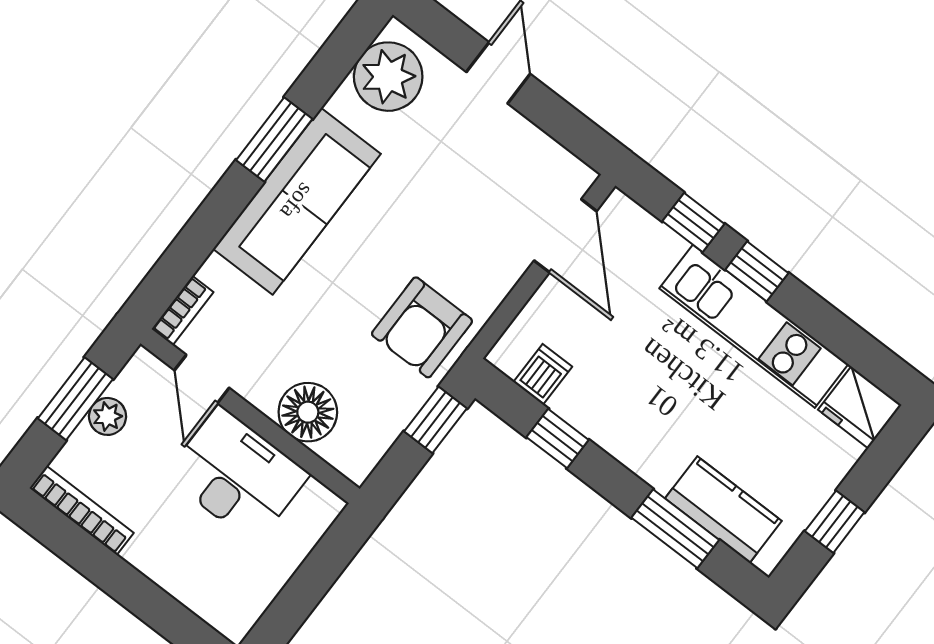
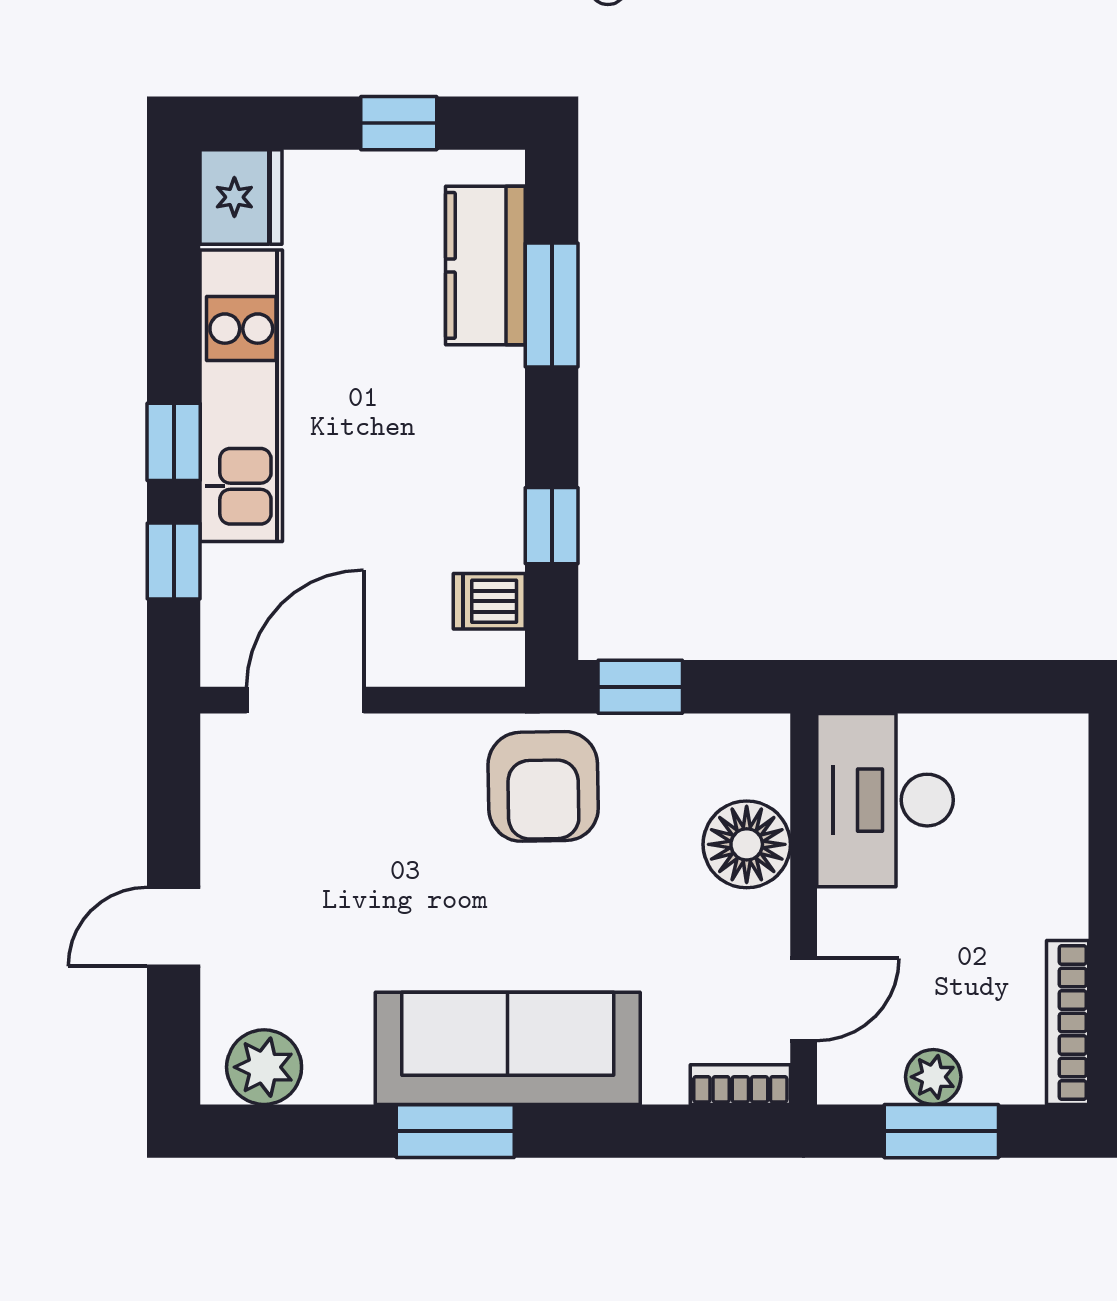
plant: (388, 77) -> (264, 1067), width x0.73, depth x0.73
armchair: (422, 327) -> (543, 786), turned 89
desk: (237, 475) -> (885, 800), moved

